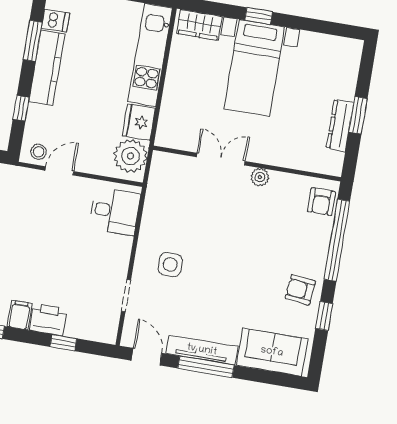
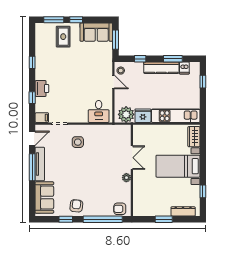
window: (259, 16) -> (203, 191), moved
dresser: (340, 125) -> (183, 211), moved
filing cabinet: (20, 315) -> (42, 118), moved

